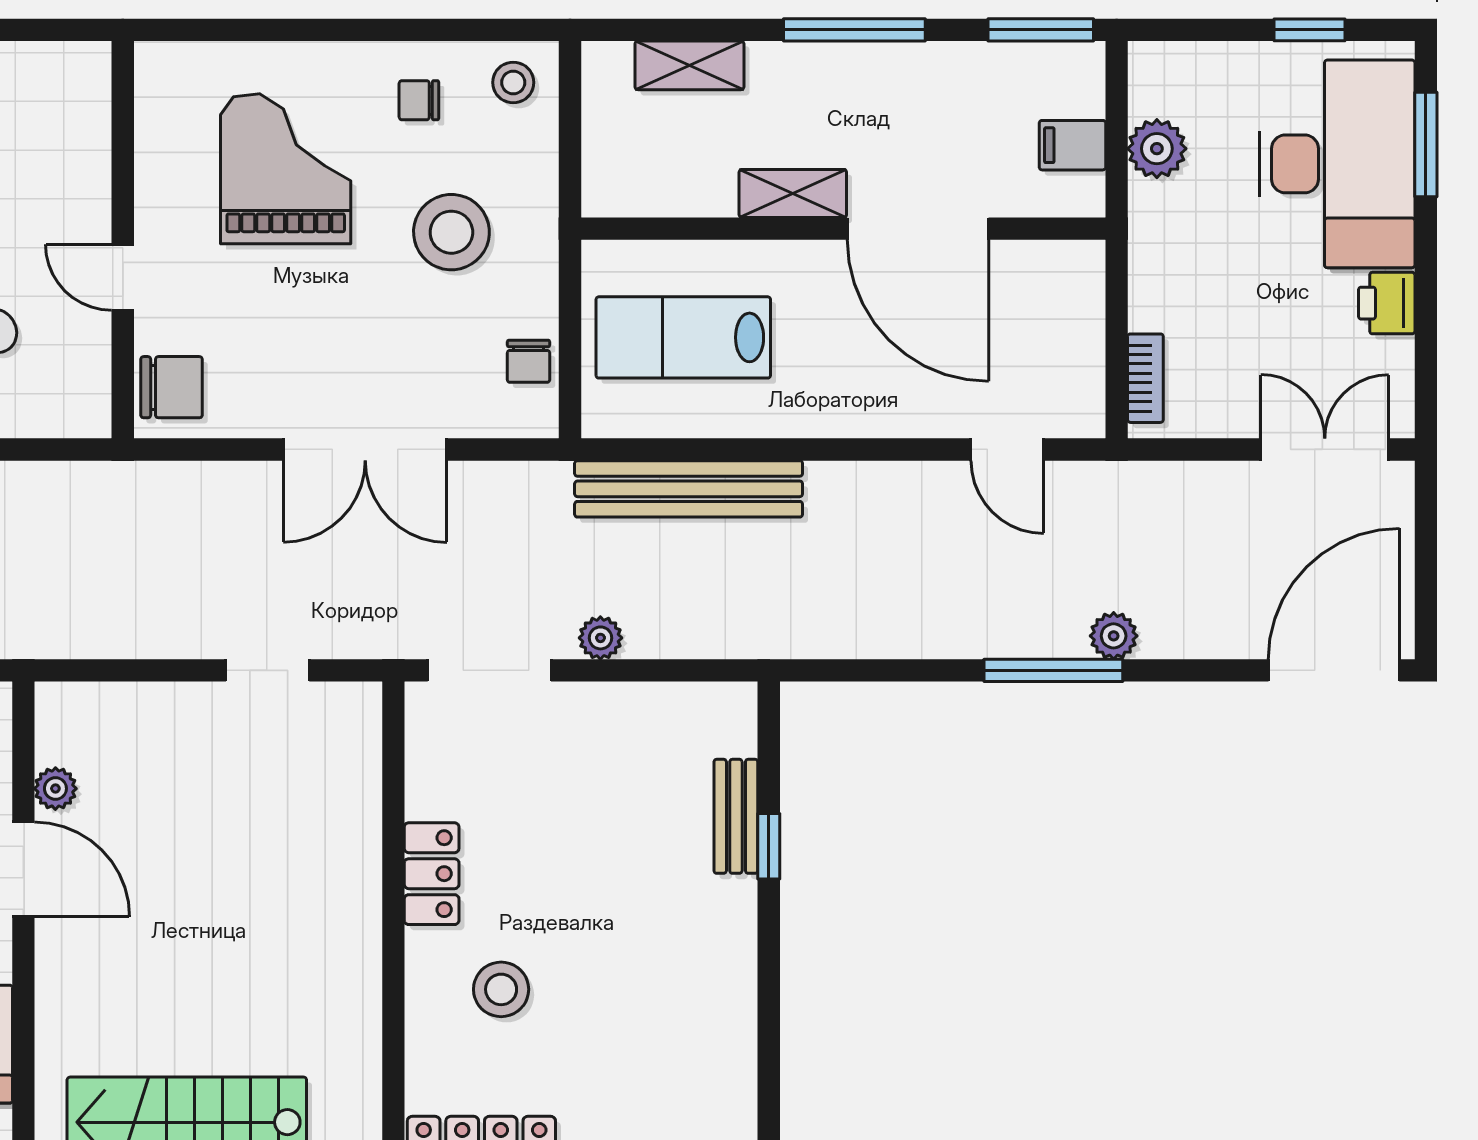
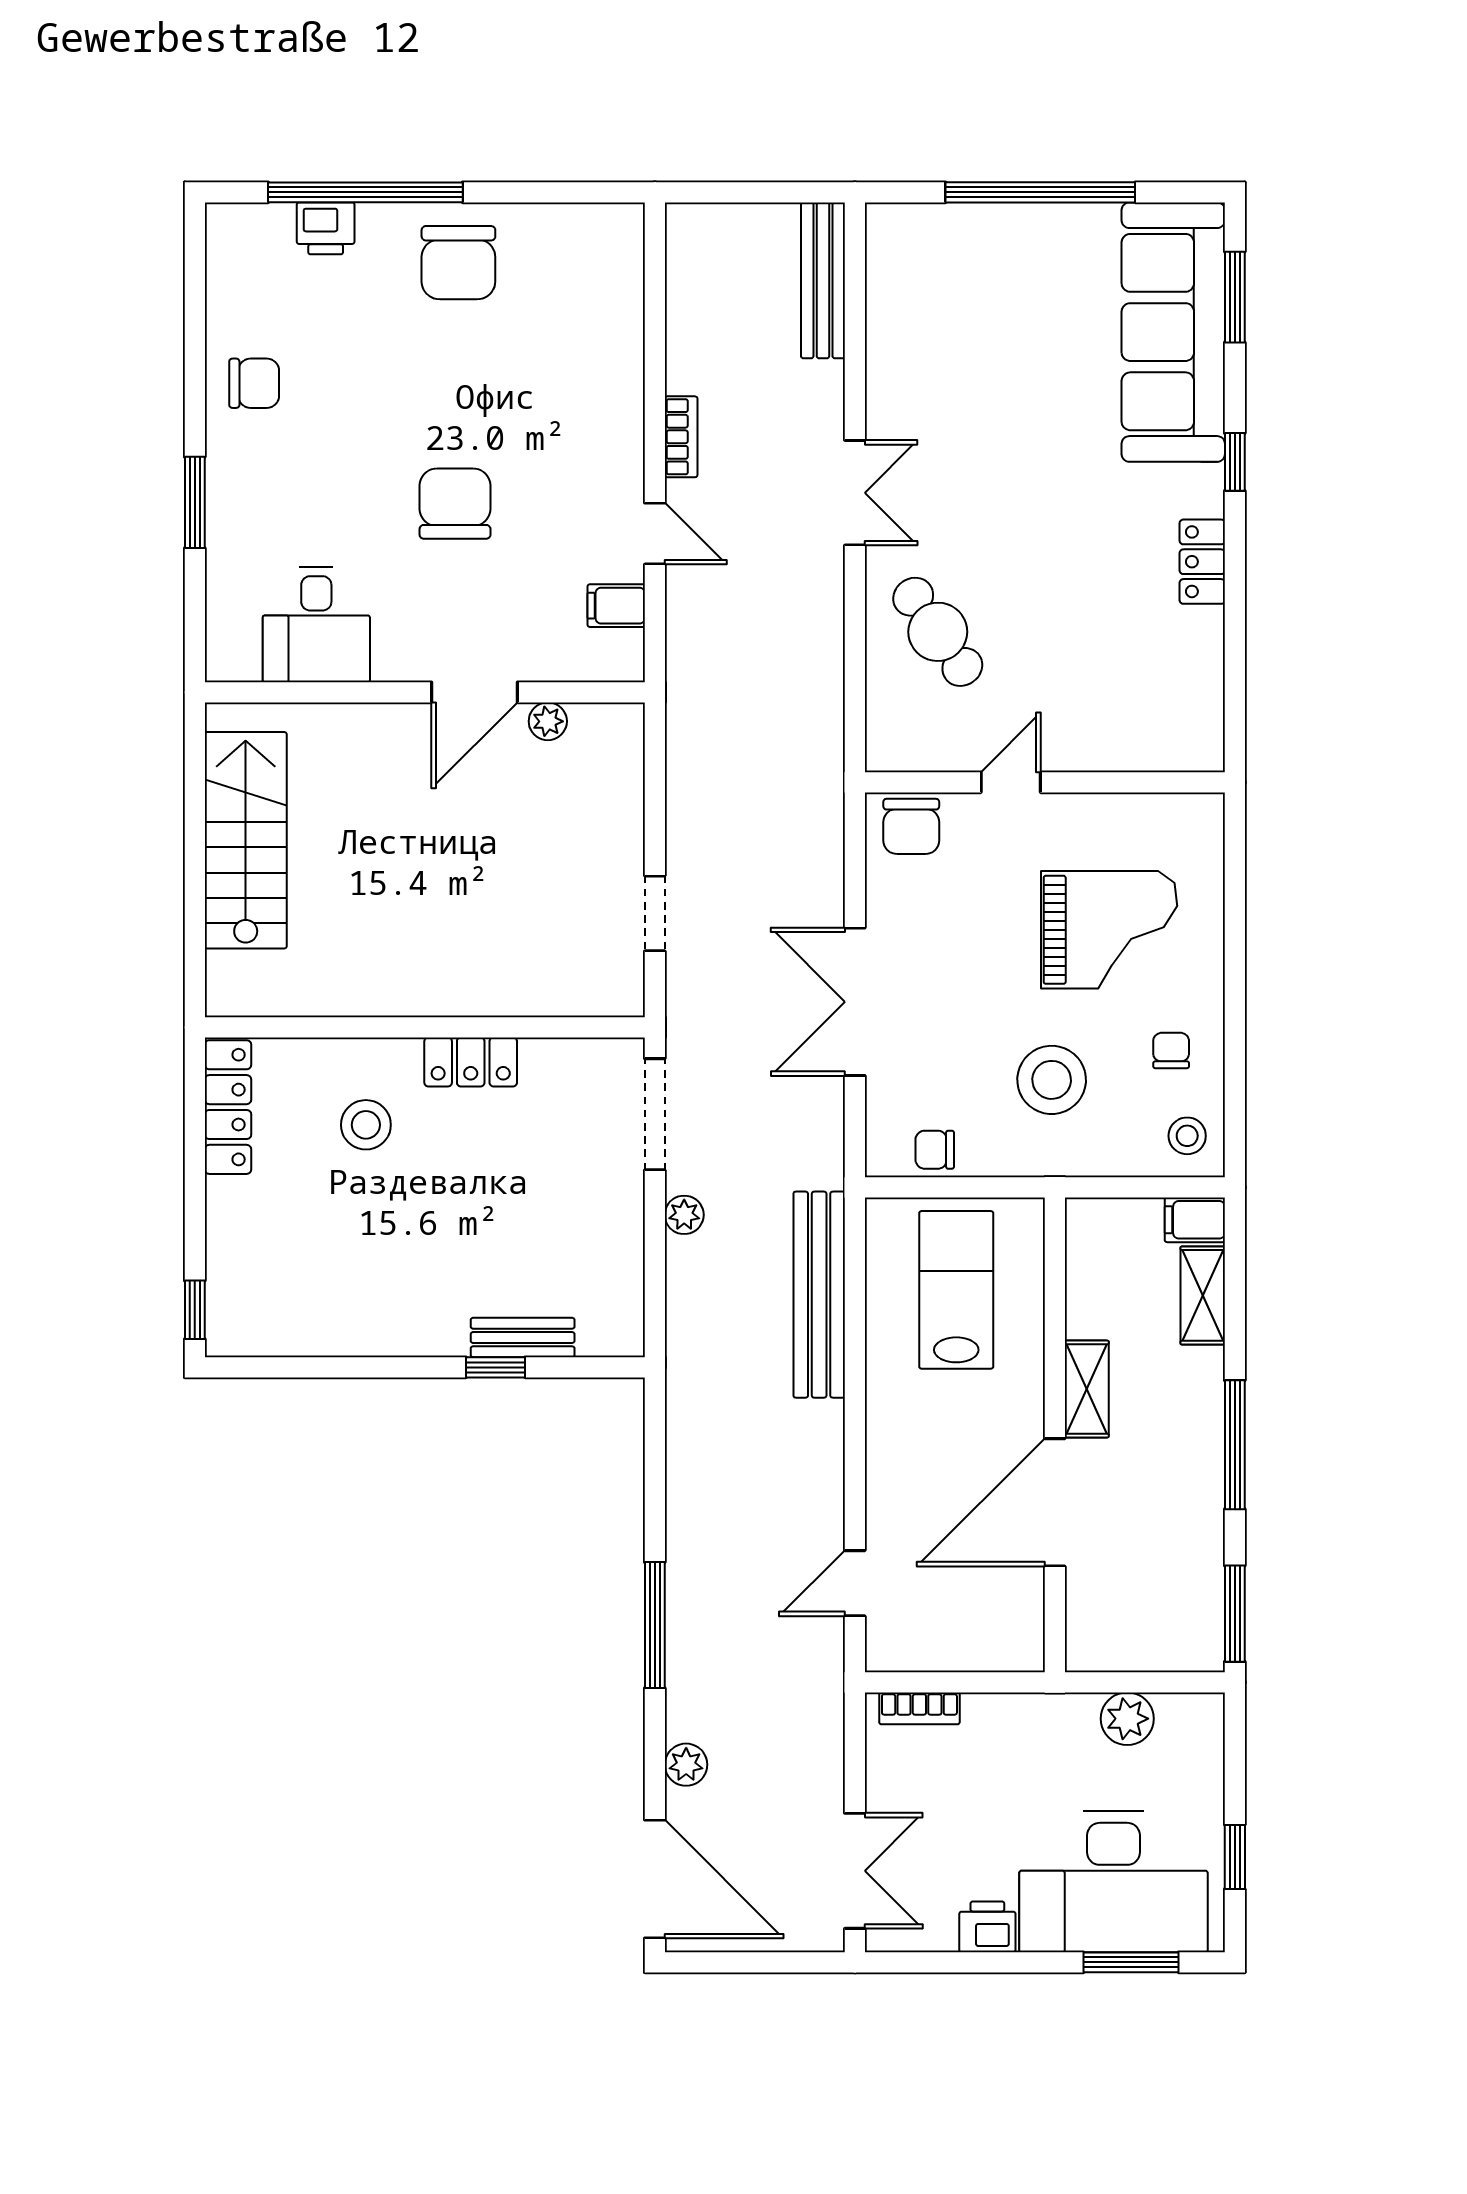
filing cabinet: (1072, 145) -> (1195, 1220), moved, turned -90
plant: (1114, 636) -> (686, 1765), moved

